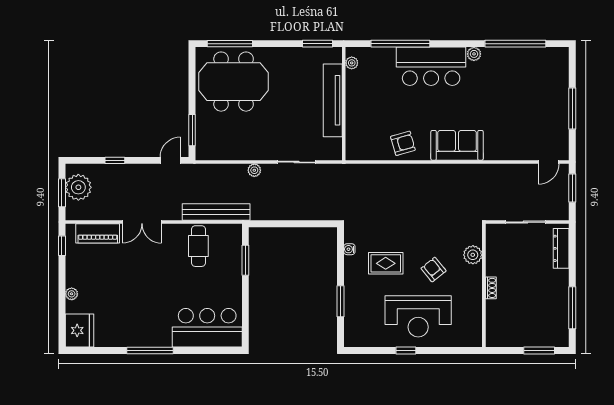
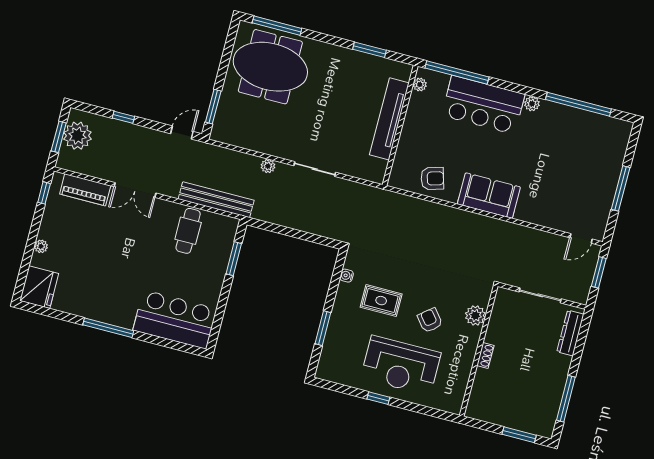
plant: (352, 63) -> (420, 85), moved
tv unit: (333, 100) -> (389, 119), moved
wall: (344, 104) -> (400, 125), moved

